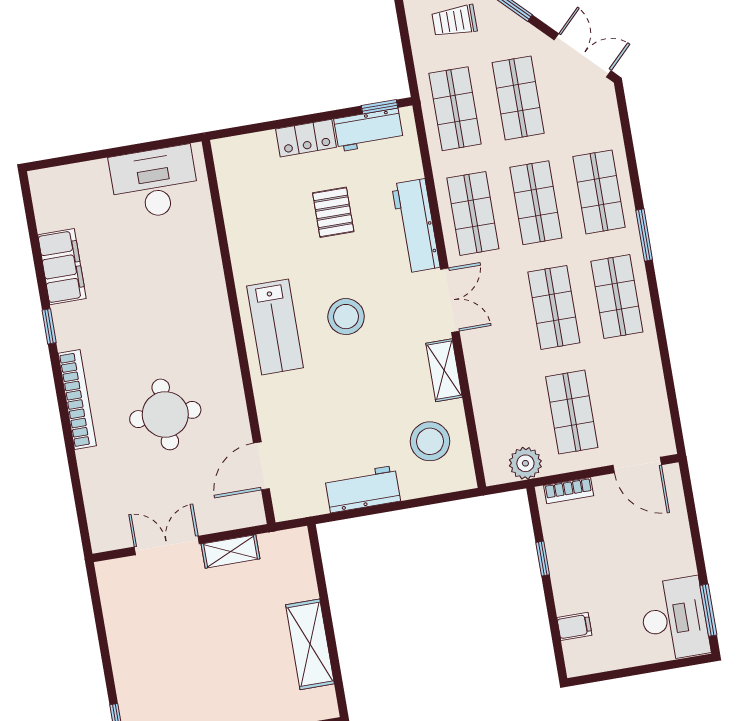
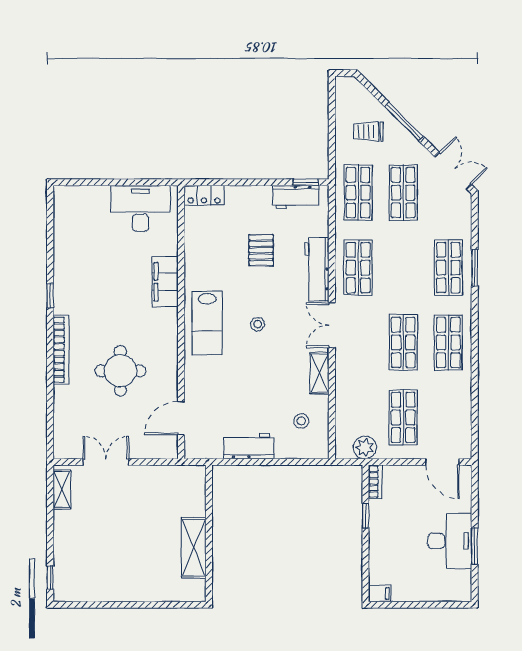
locker: (306, 138) -> (204, 195), moved
shop shelf: (536, 203) -> (403, 268), removed
window: (644, 235) -> (475, 268), moved
filing cabinet: (62, 267) -> (165, 282), moved, turned 180
double door: (450, 300) -> (332, 325), swing flipped
stool: (346, 317) -> (258, 324), width x0.53, depth x0.53
stool: (430, 441) -> (301, 421), width x0.53, depth x0.53
bookcase: (569, 491) -> (375, 482), moved, turned -90
shelving: (231, 551) -> (62, 490), moved, turned 90
window: (708, 610) -> (475, 546), moved
desk: (674, 619) -> (450, 541), moved
filing cabinet: (574, 626) -> (380, 593), moved

